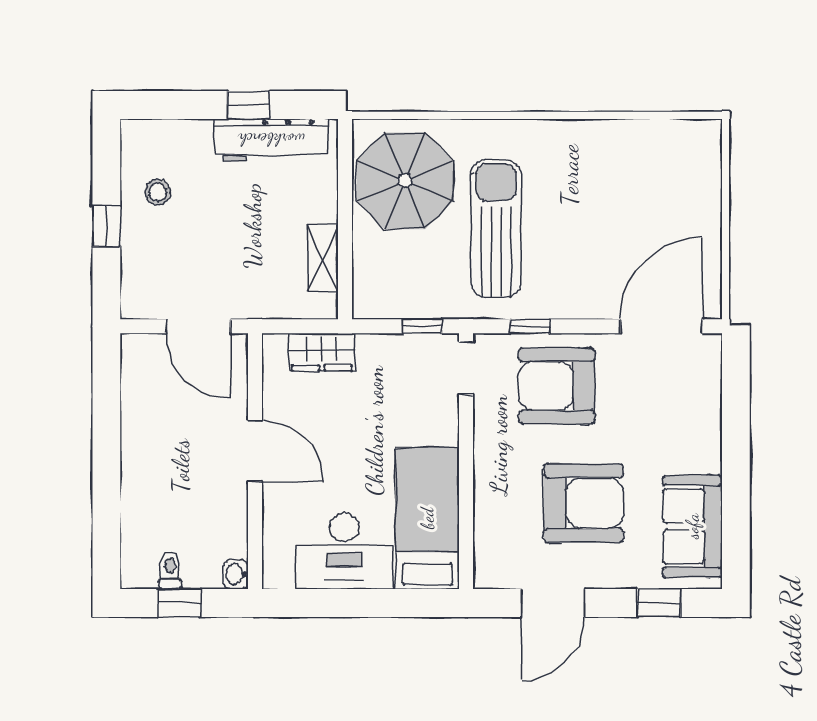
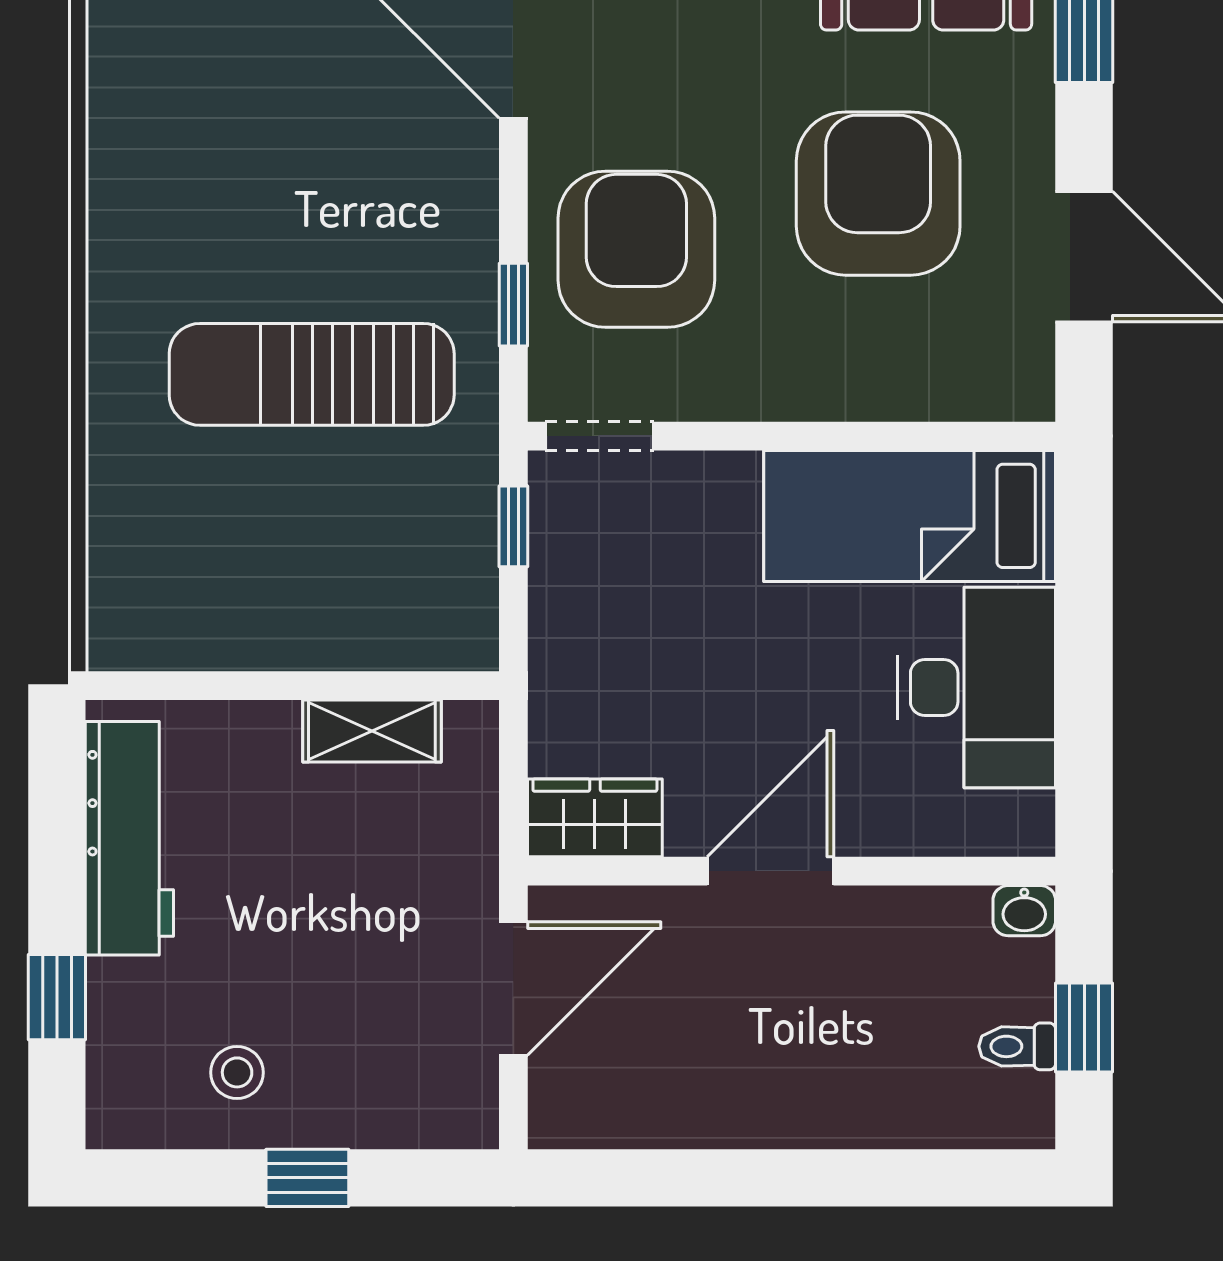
window: (248, 105) -> (57, 997), moved
parasol: (405, 181) -> (213, 562), removed
wardrobe: (322, 352) -> (595, 818), moved, turned -90
armchair: (557, 386) -> (636, 249), turned 180

